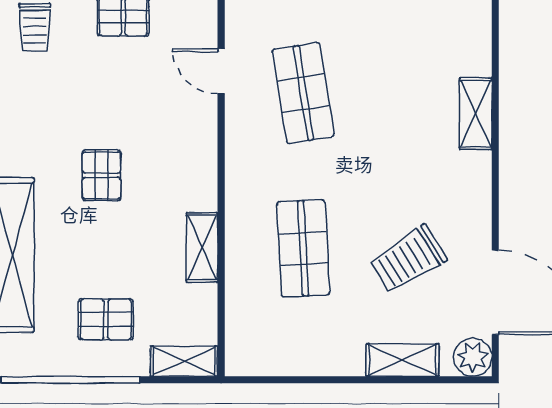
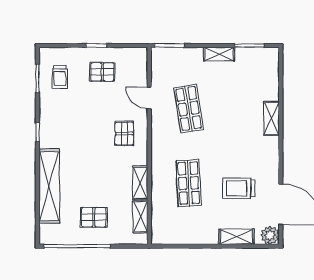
pallet: (101, 175) -> (124, 134), moved
trolley: (408, 259) -> (239, 188), turned 32
shelving: (184, 361) -> (140, 217), moved, turned 90

